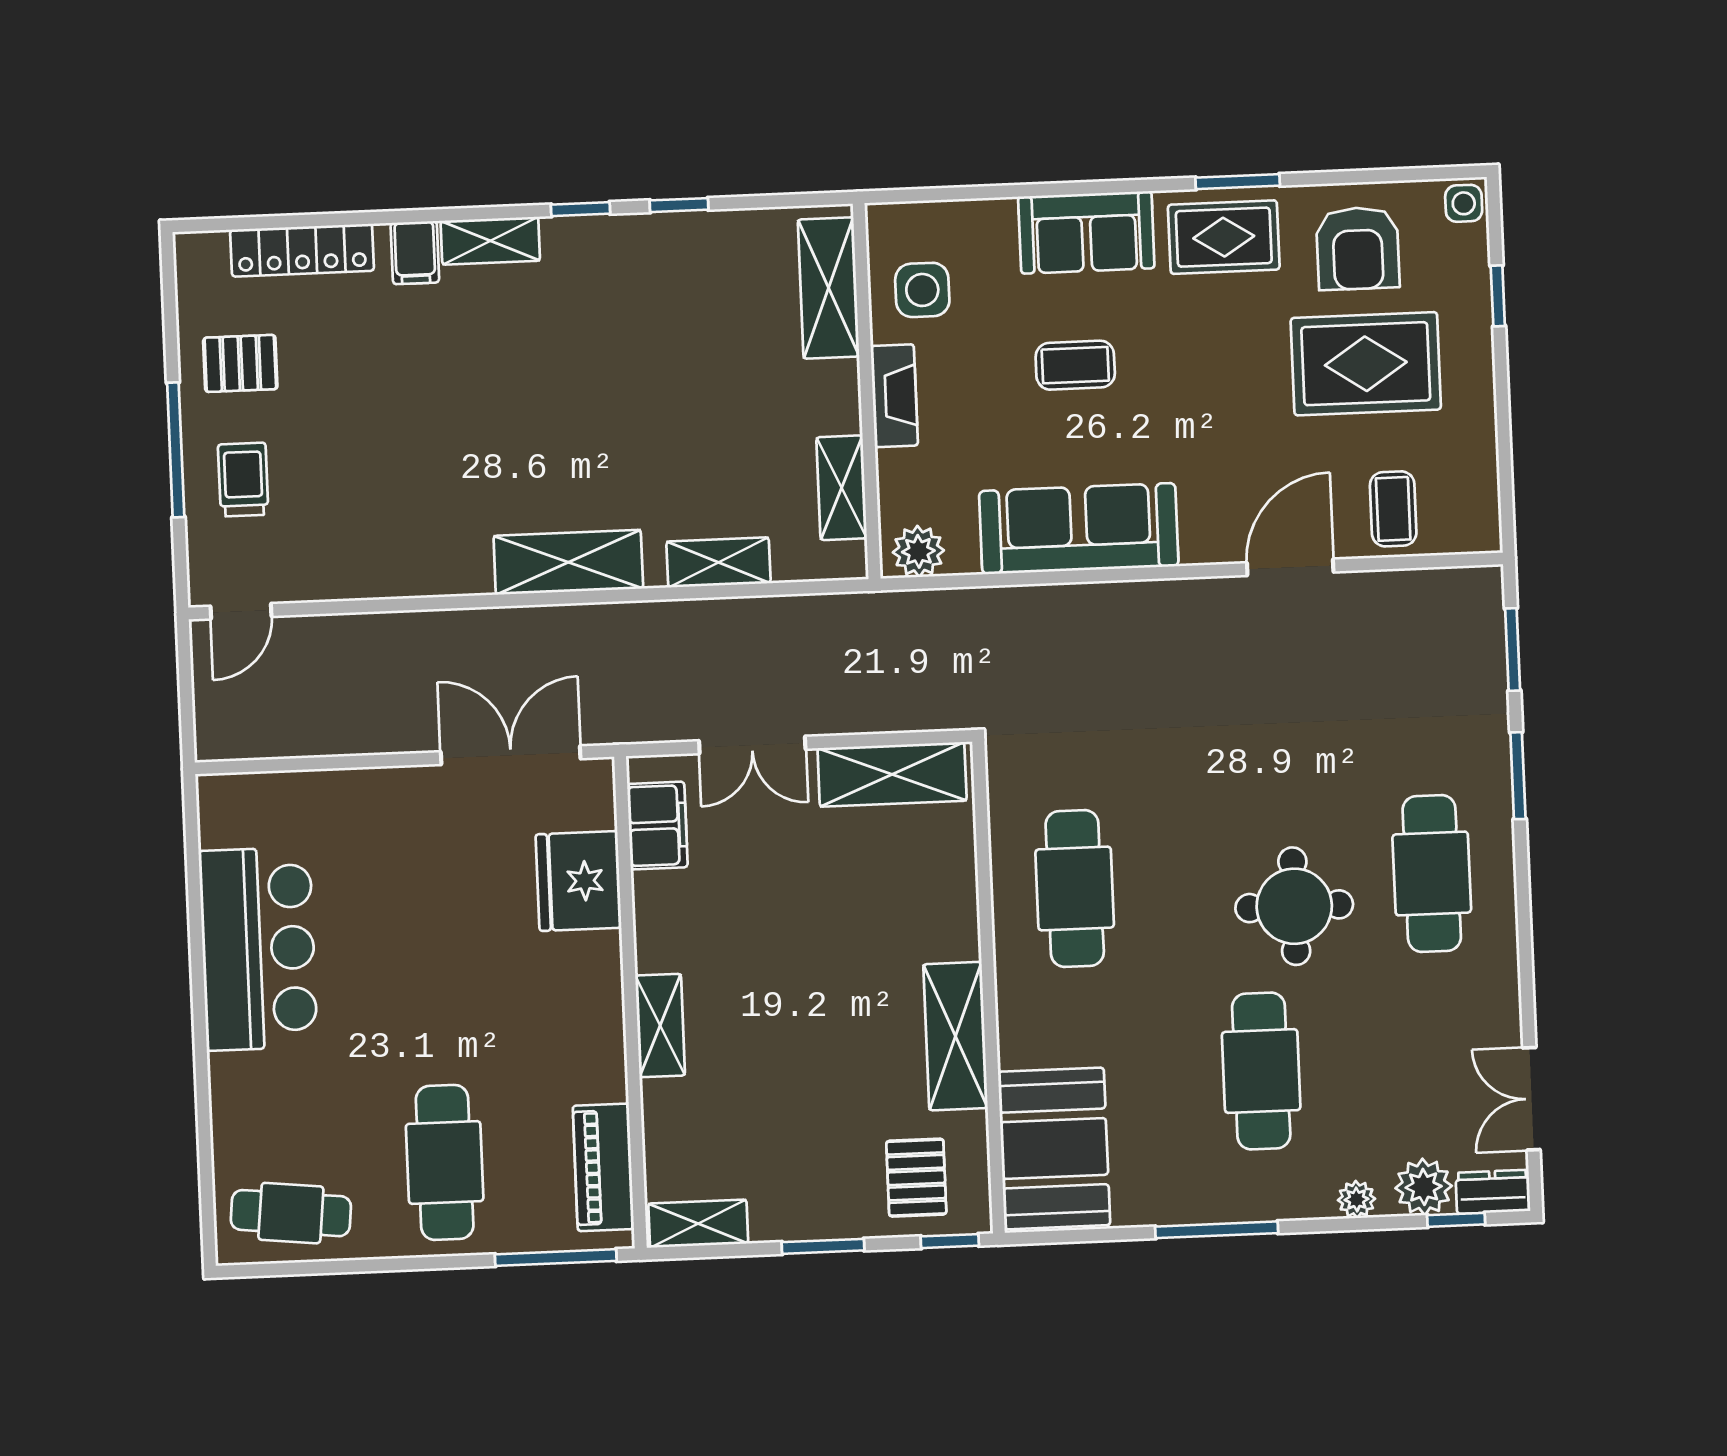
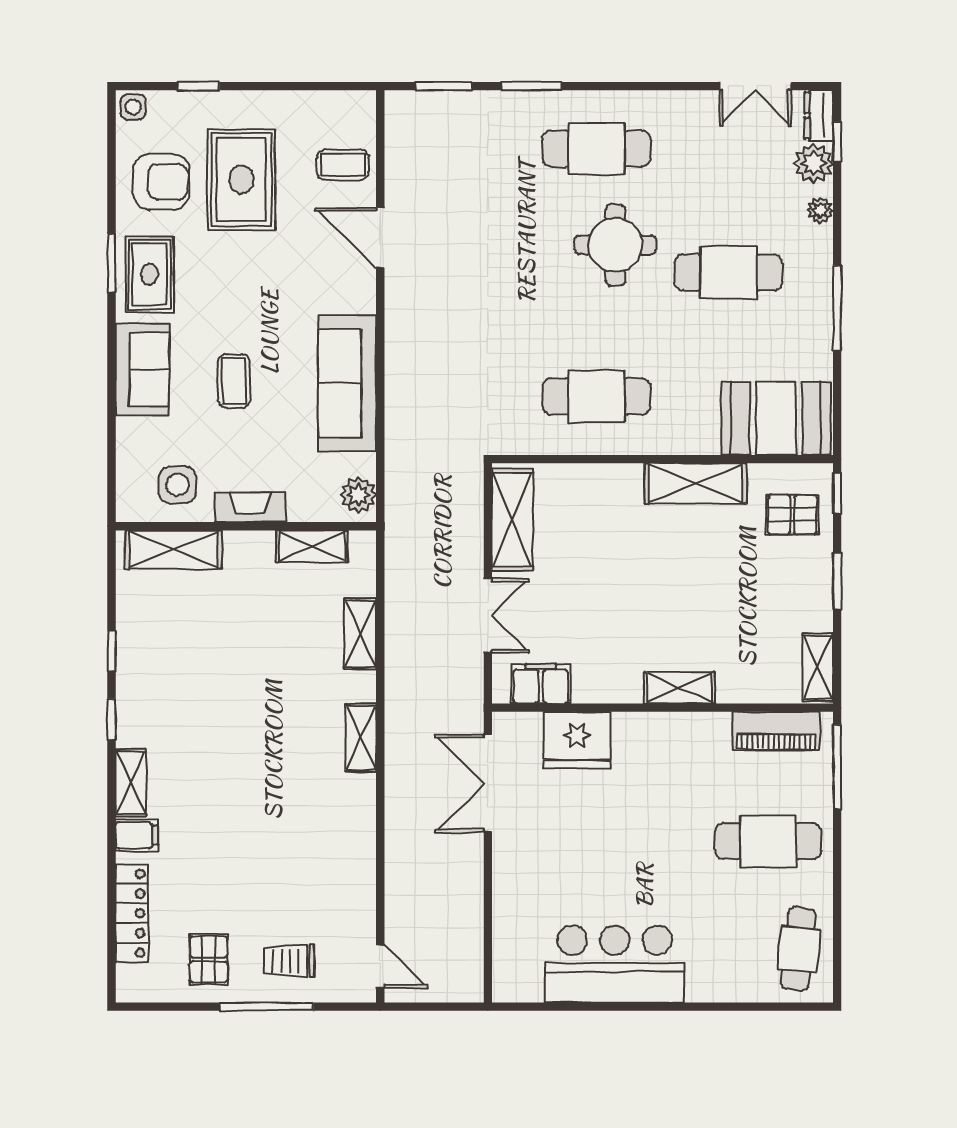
shelving: (568, 562) -> (361, 738), width x0.67, depth x0.75

